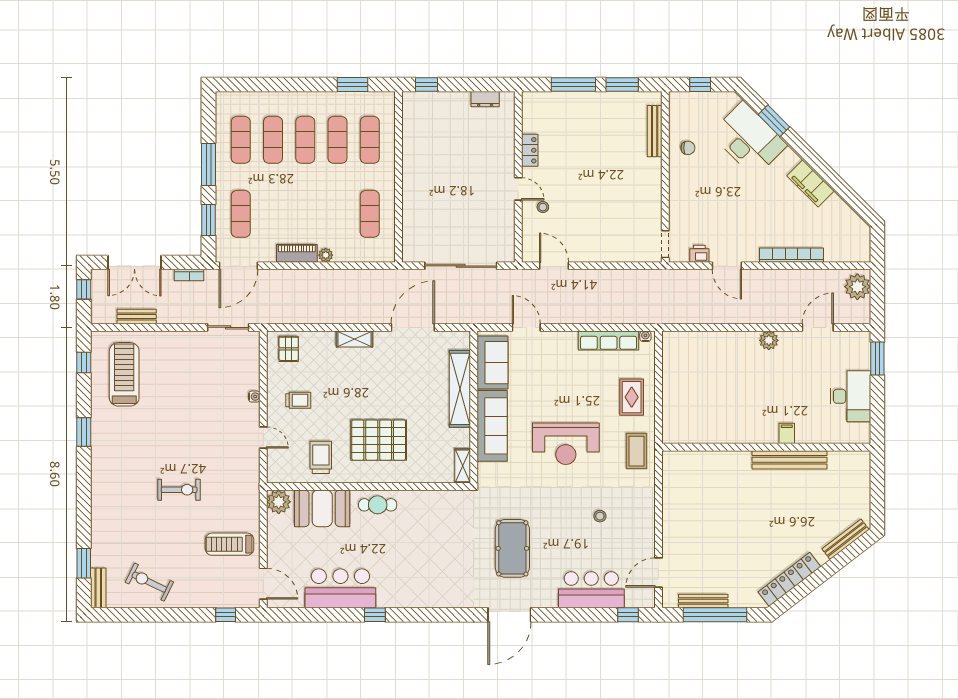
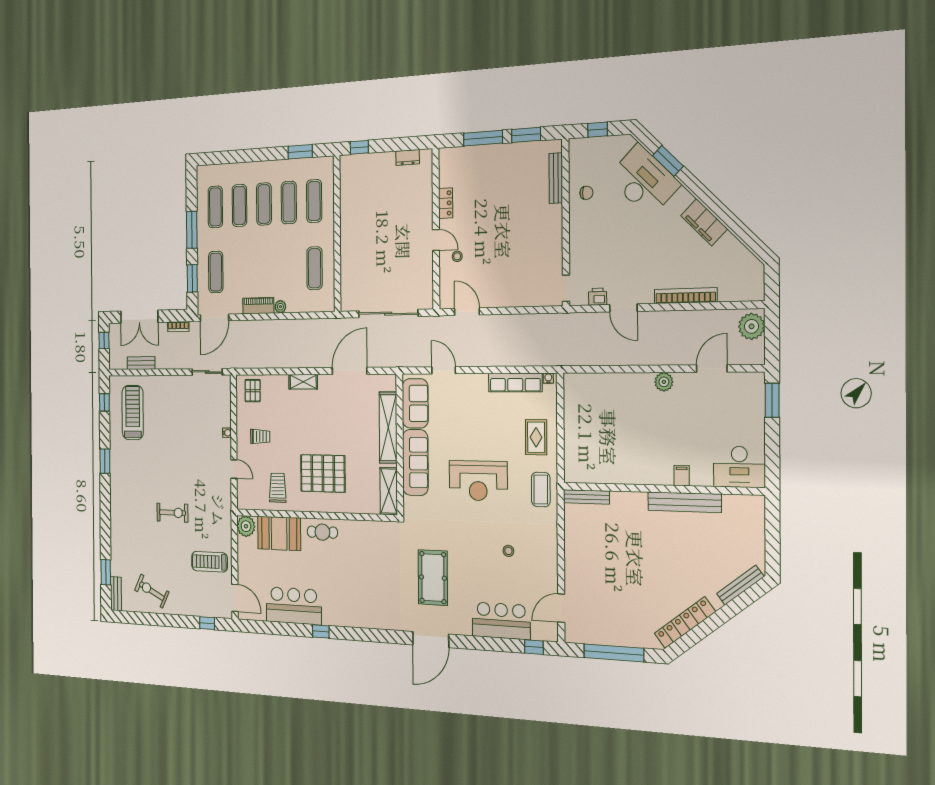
desk: (850, 396) -> (739, 467), moved, turned 90
shelving: (463, 466) -> (389, 491), width x1.50, depth x1.33
bench: (703, 601) -> (586, 497), moved

